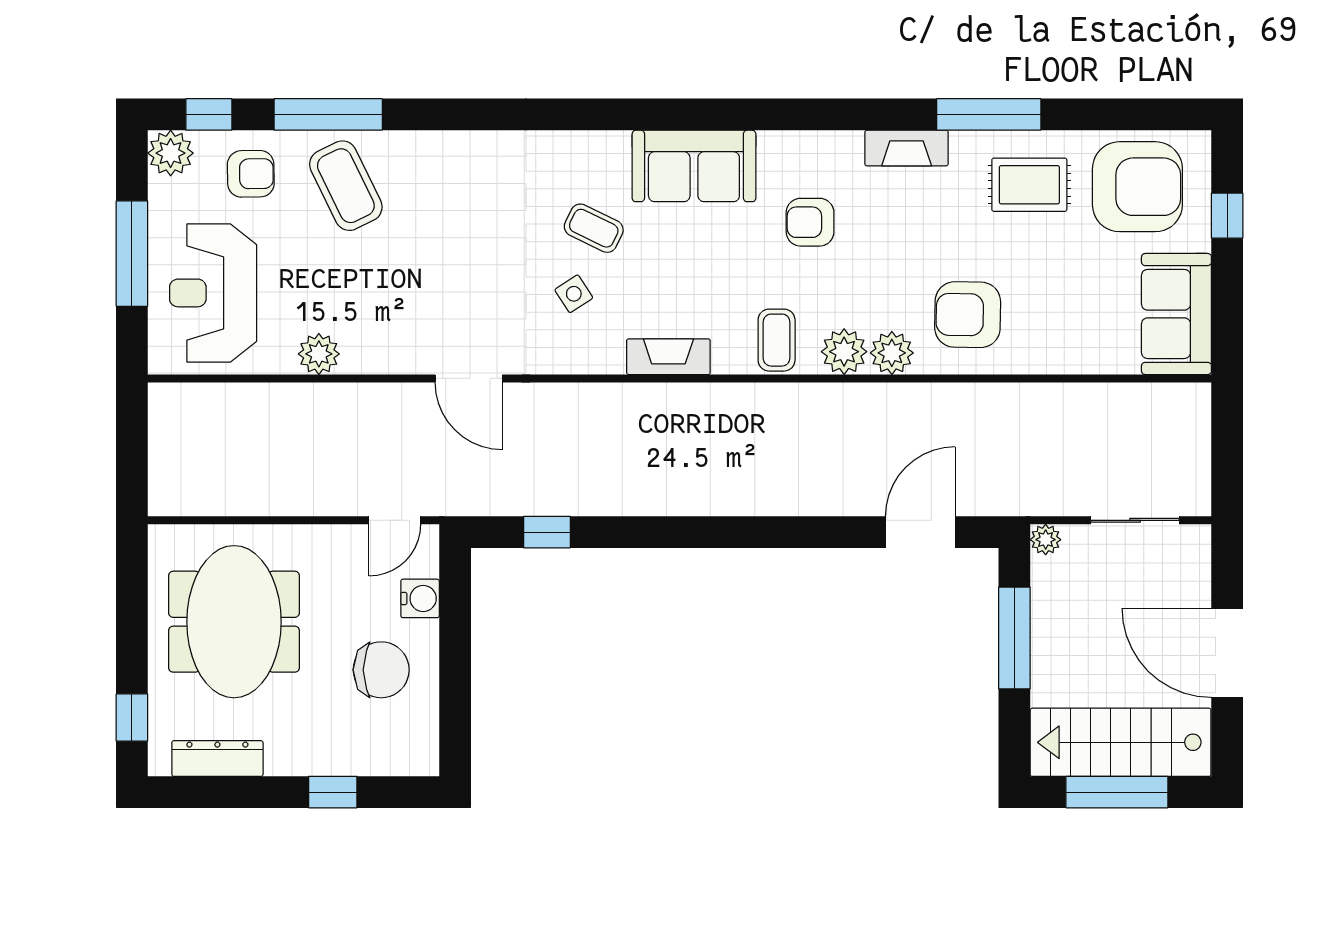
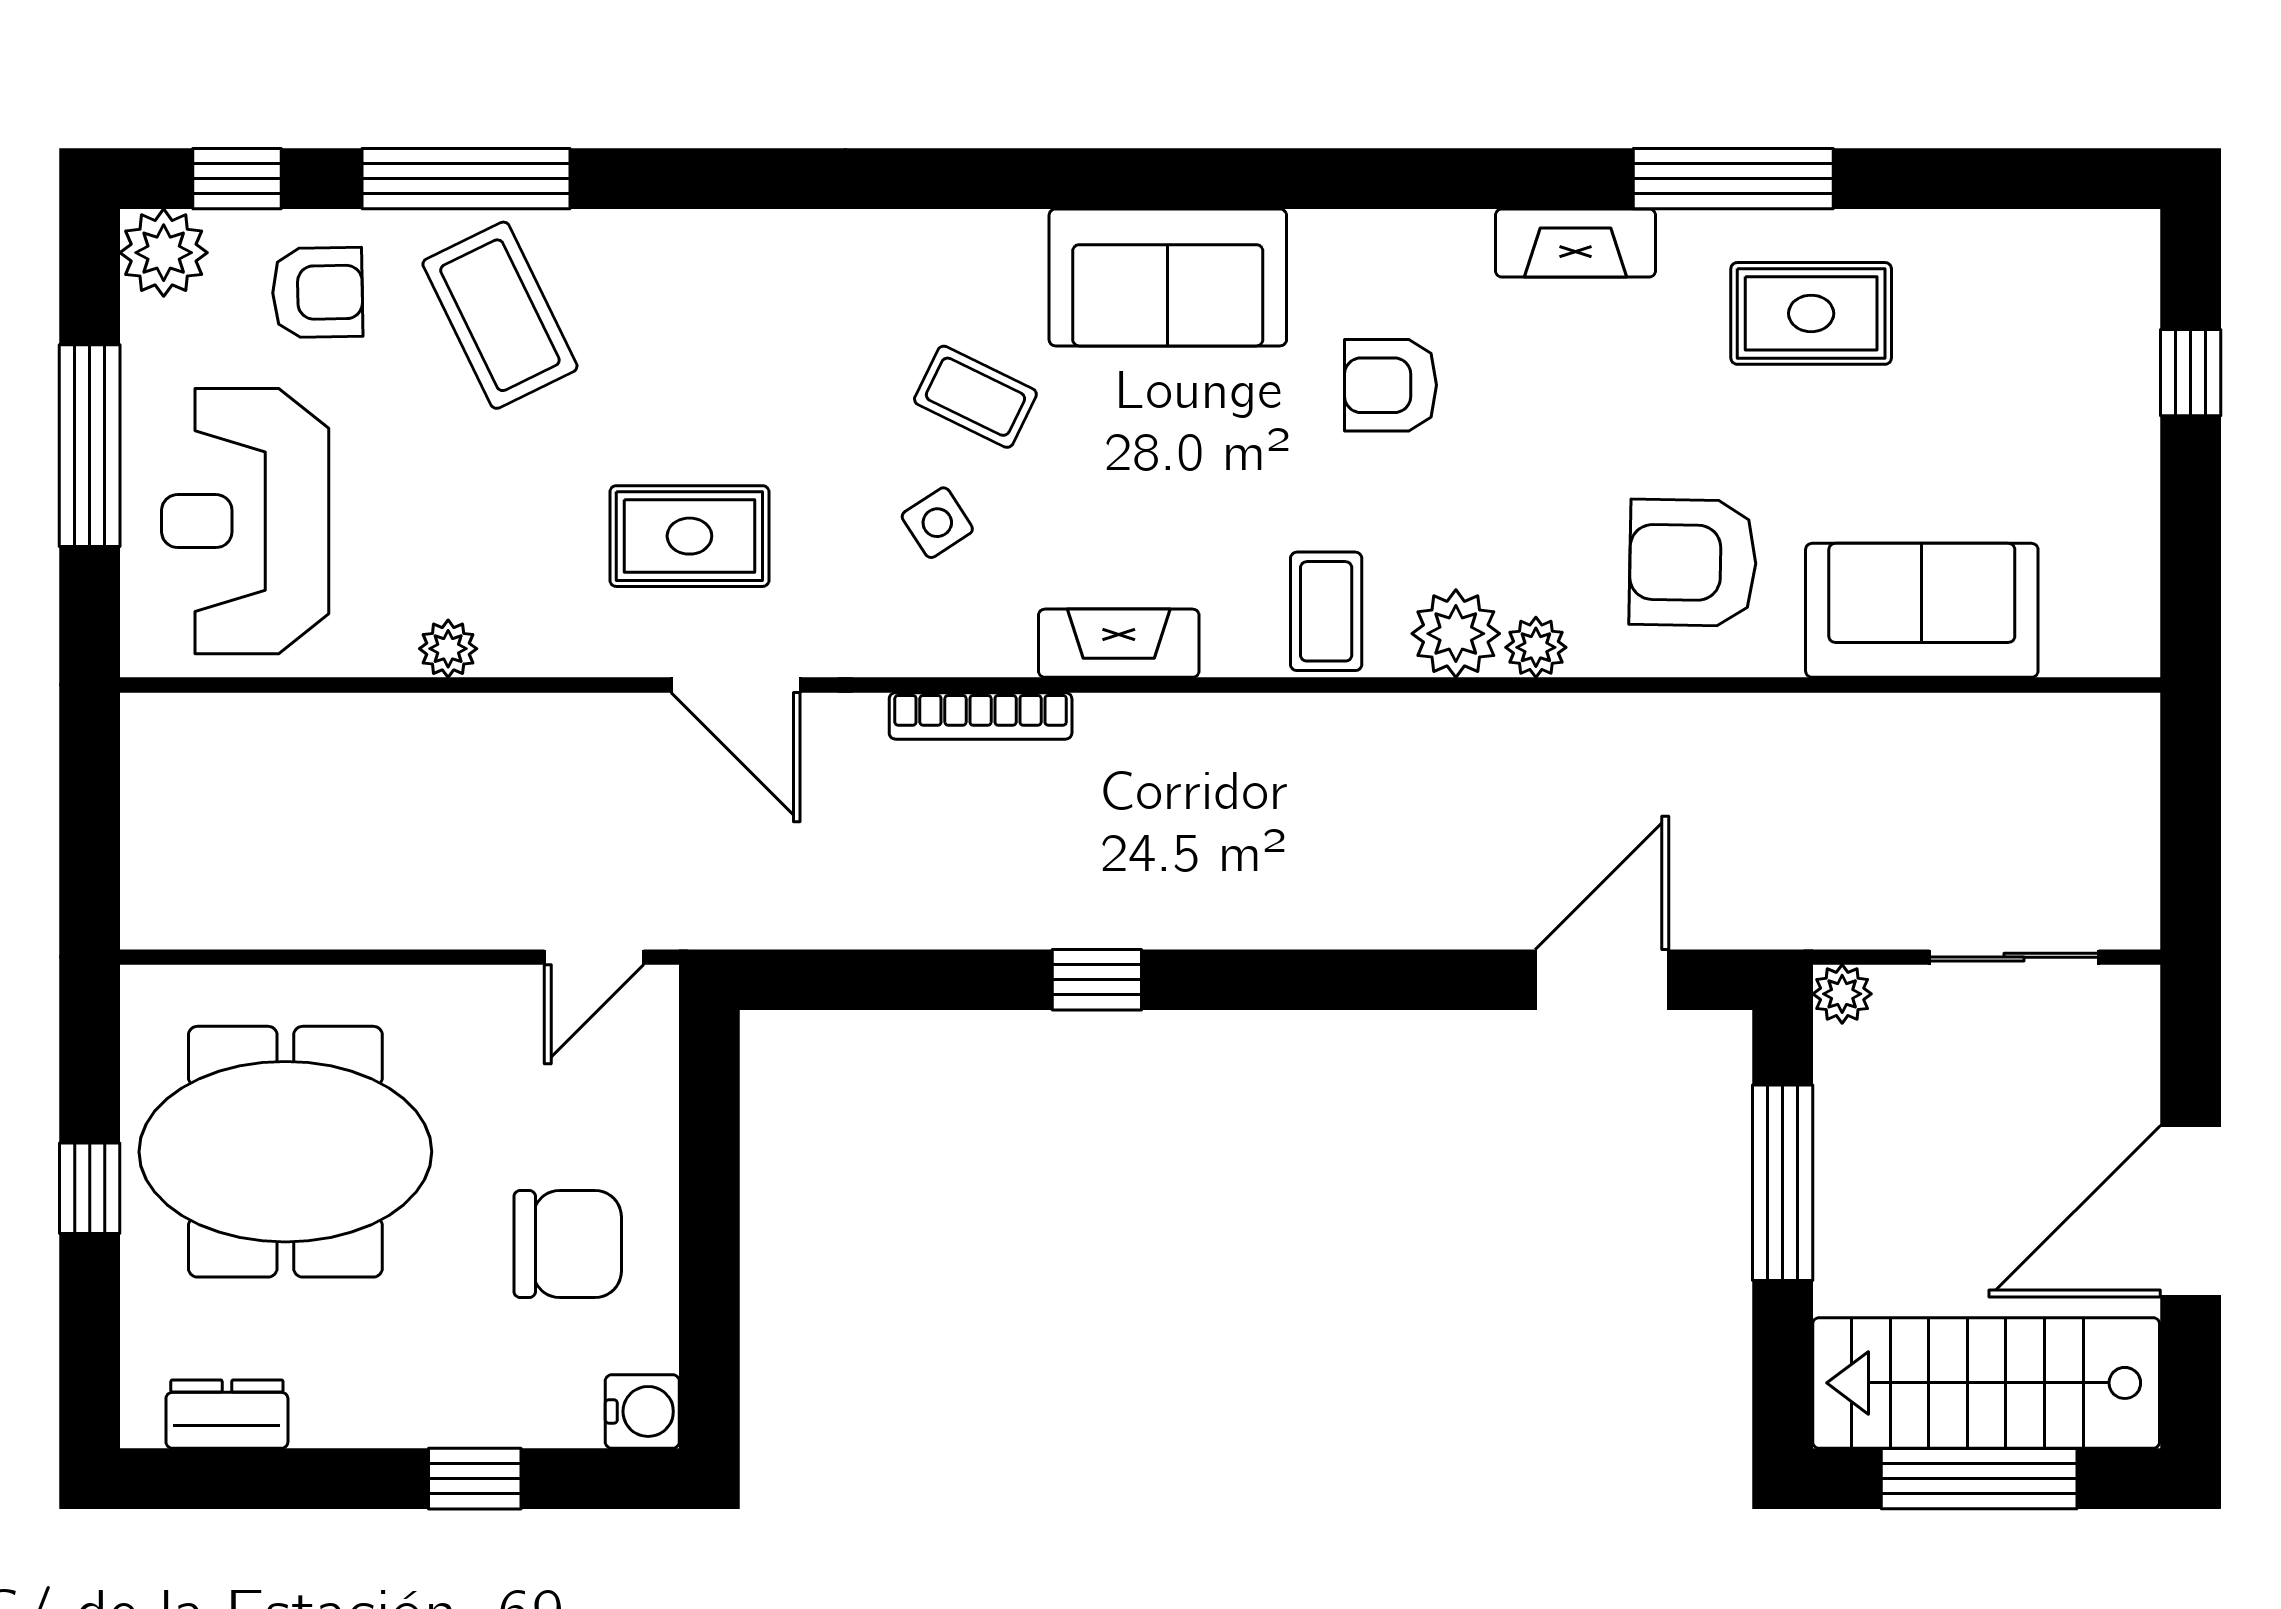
armchair: (1137, 187) -> (2018, 317), removed
rug: (445, 301) -> (689, 536), added
sofa: (1176, 314) -> (1922, 610), moved, turned 90
plant: (892, 353) -> (1536, 647), width x0.73, depth x0.73
plant: (319, 354) -> (448, 649), width x0.73, depth x0.73
bookcase: (596, 395) -> (981, 716), added
window: (547, 532) -> (1097, 980), moved
water cooler: (420, 598) -> (642, 1411), moved
meeting table: (234, 622) -> (285, 1152), turned 90
door: (1227, 653) -> (2191, 1211), hinge flipped
window: (132, 717) -> (90, 1188), moved
dresser: (217, 759) -> (227, 1414), width x0.70

